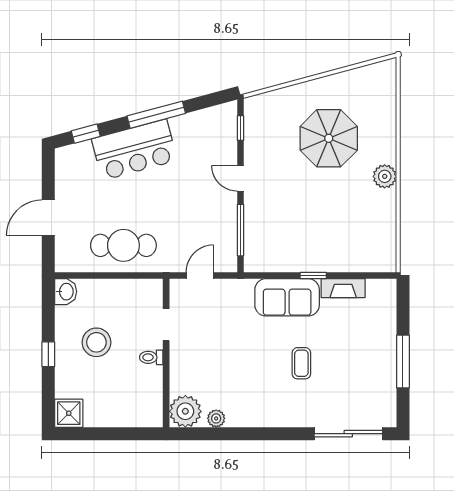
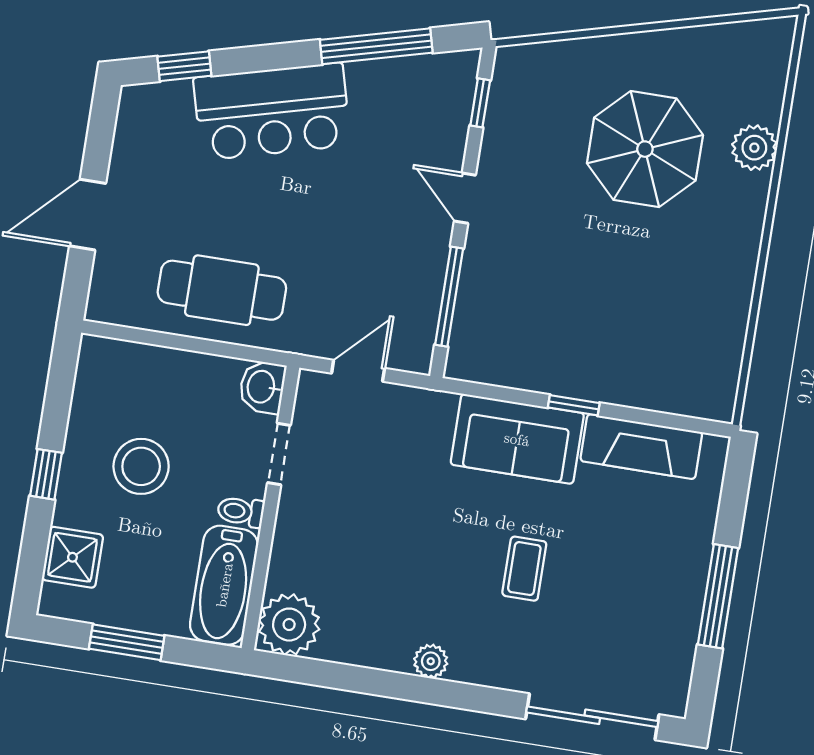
window: (156, 115) -> (376, 46), moved
plant: (385, 176) -> (754, 148), moved
fireplace: (343, 288) -> (641, 447), width x1.37, depth x1.32
washbasin: (66, 292) -> (262, 387), moved, turned 180
bathtub: (149, 396) -> (224, 585), added
shower: (69, 413) -> (72, 557), moved
plant: (216, 418) -> (431, 661), moved
window: (104, 434) -> (127, 642), added

